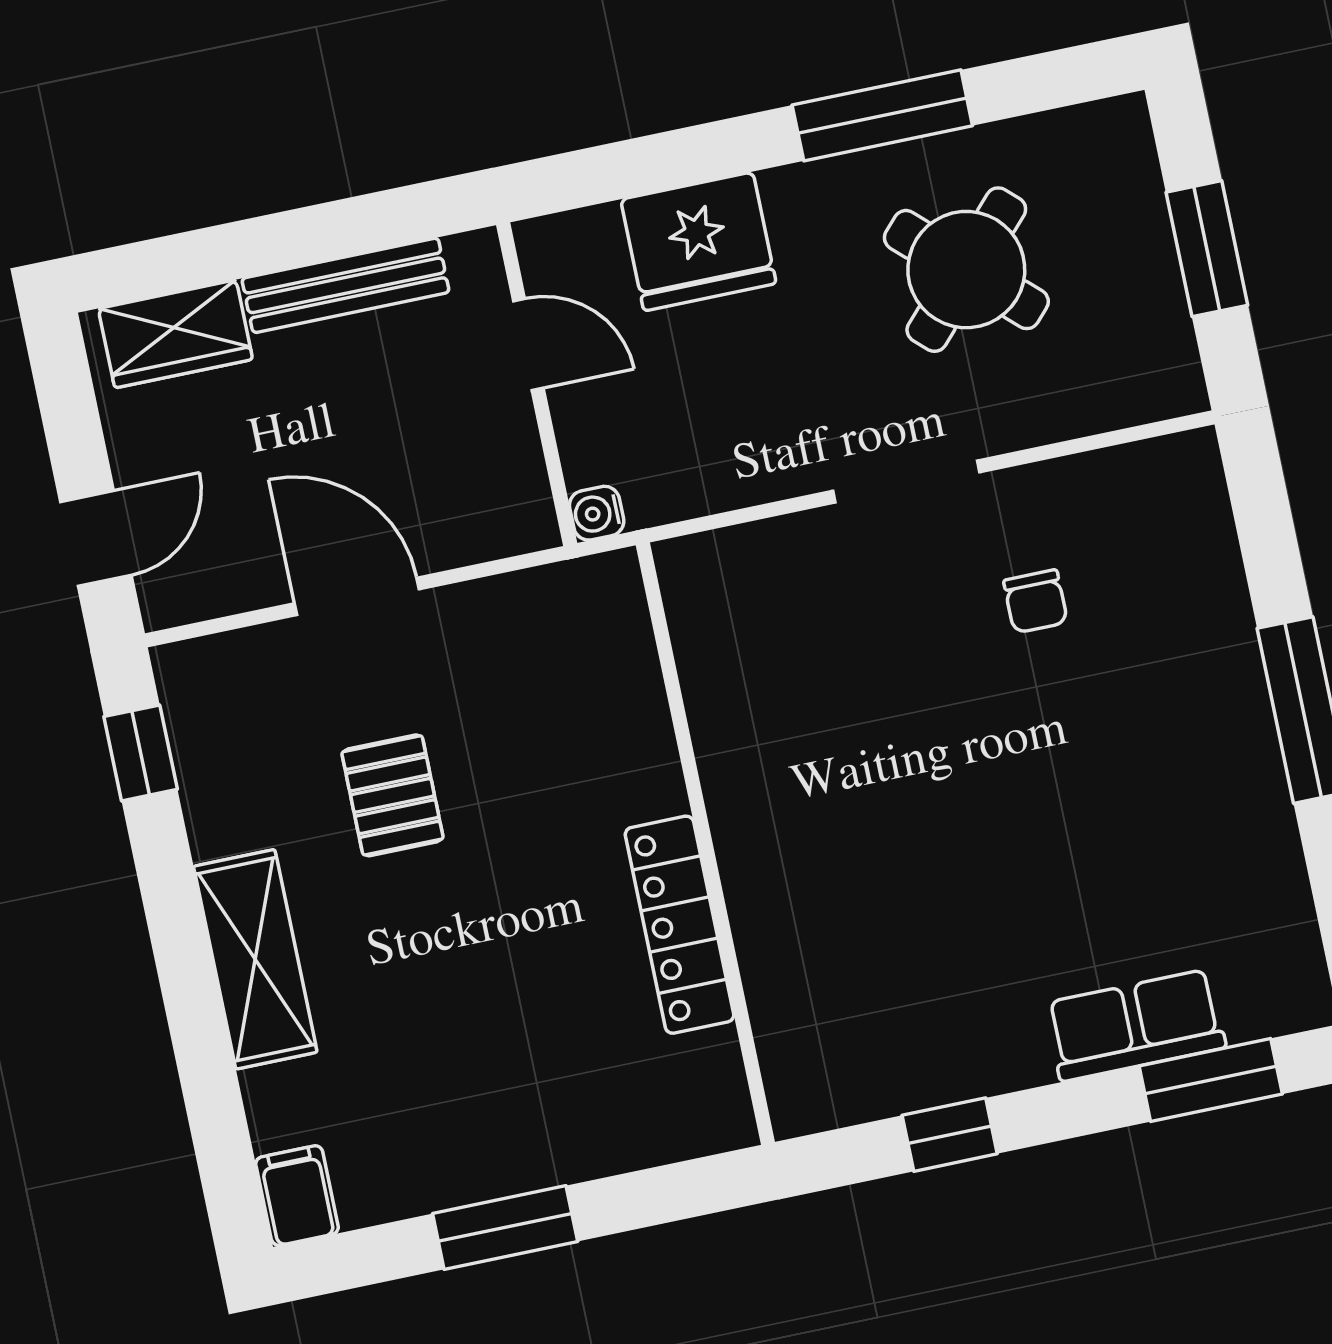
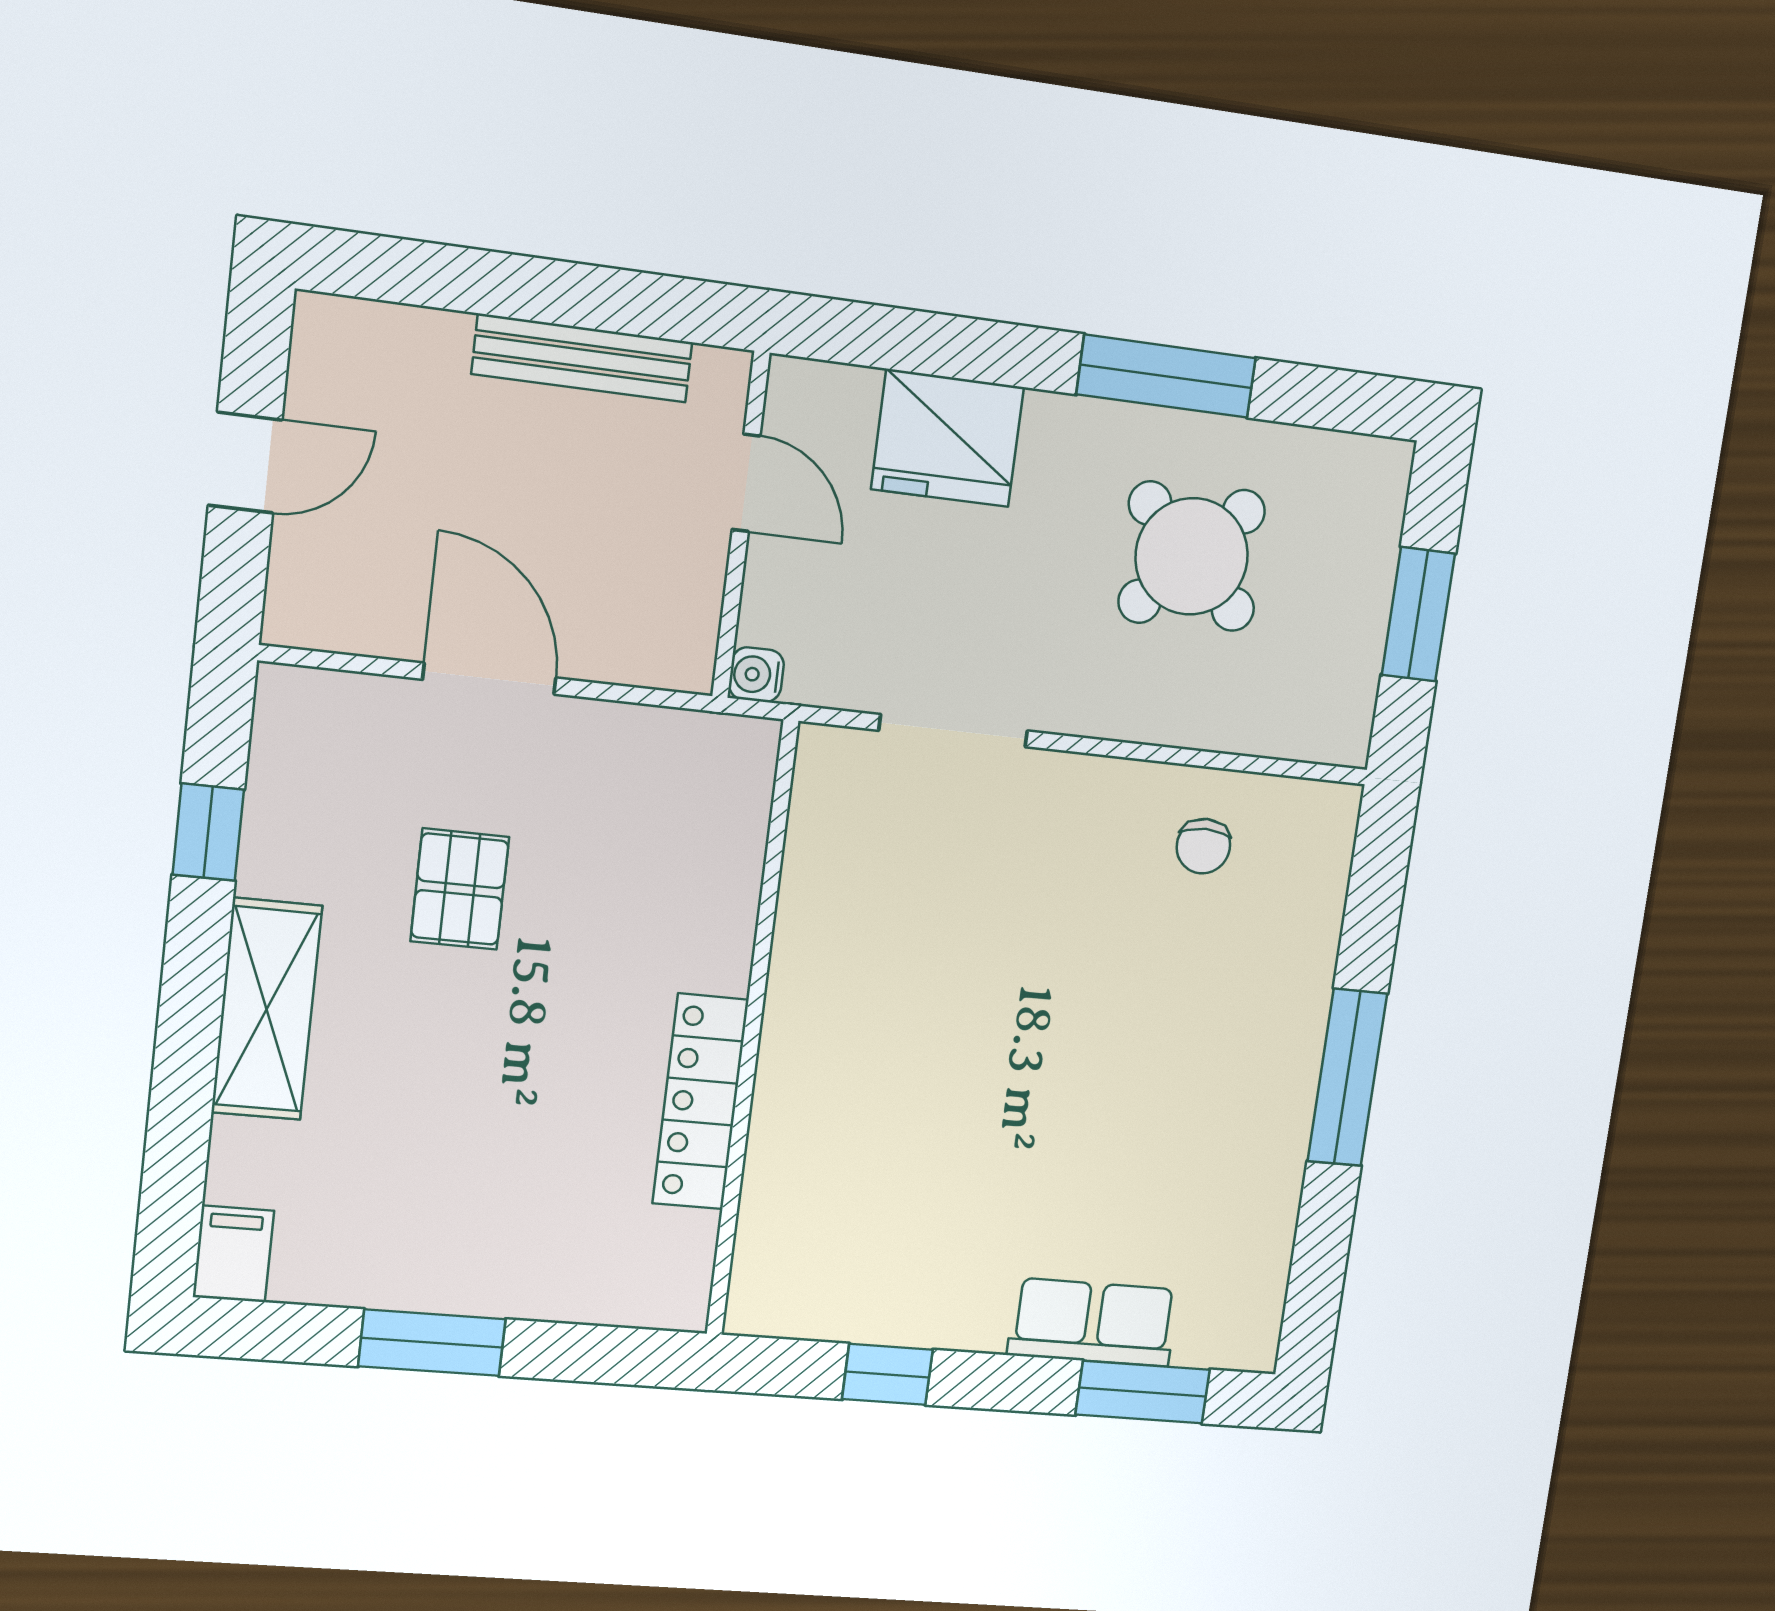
wardrobe: (175, 334) -> (390, 347), removed
doorway: (906, 481) -> (953, 731), moved
door: (96, 538) -> (245, 463), moved
chair: (1036, 601) -> (1203, 846), moved
window: (141, 753) -> (208, 832), moved

